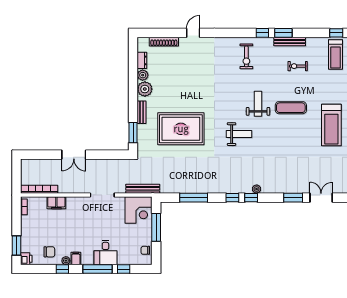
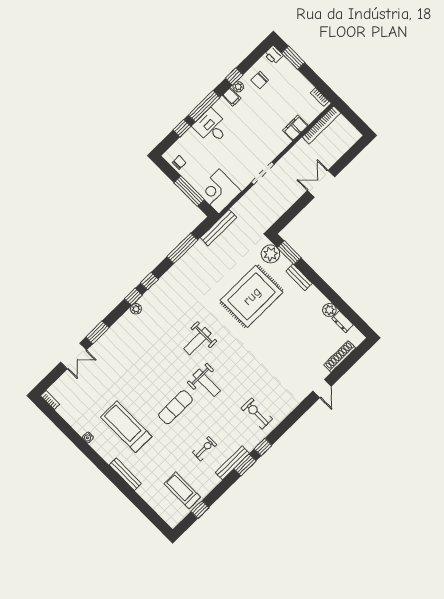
plant: (145, 89) -> (271, 254), moved
bench: (143, 189) -> (218, 228), moved

